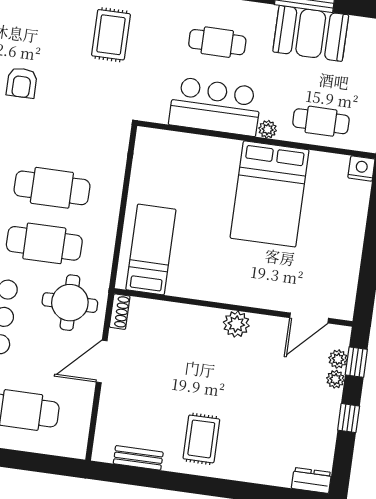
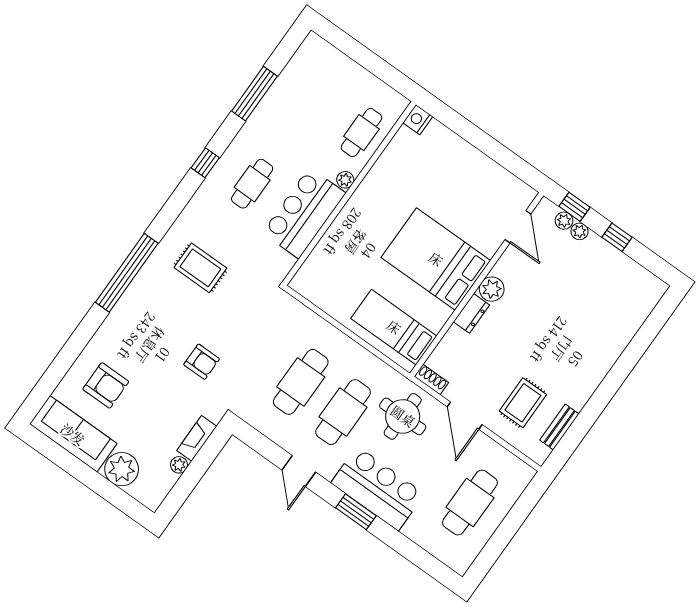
booth: (311, 33) -> (285, 103), removed
bed: (270, 194) -> (436, 259), moved, turned 180
rug: (201, 439) -> (523, 403), moved, turned 90
dresser: (311, 480) -> (471, 313), moved, turned 180

